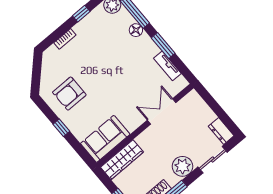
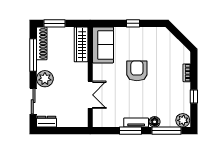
tv unit: (167, 66) -> (136, 122), moved
armchair: (69, 94) -> (137, 71), moved

